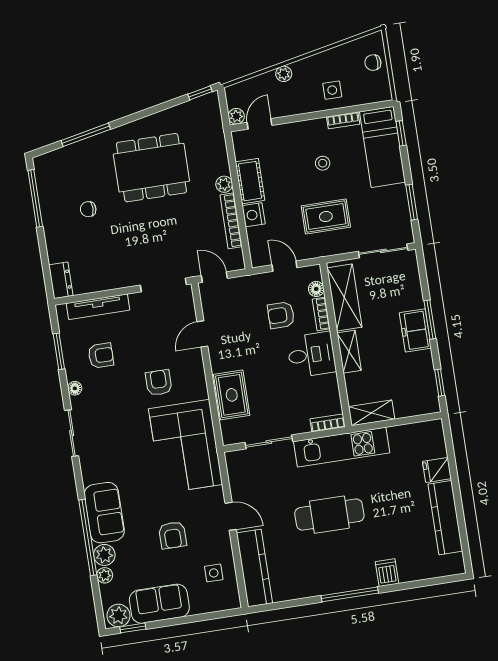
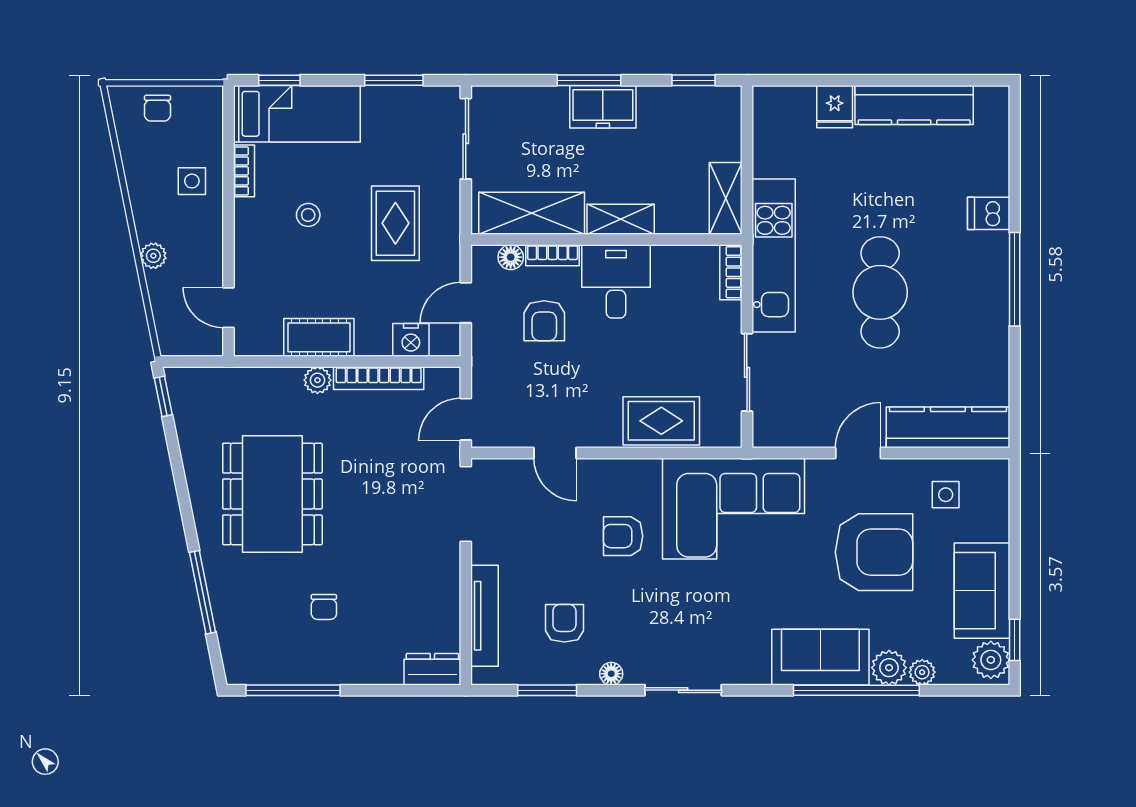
plant: (236, 116) -> (210, 343), removed
nightstand: (254, 215) -> (411, 340), moved
armchair: (172, 535) -> (874, 552), width x1.88, depth x1.88

